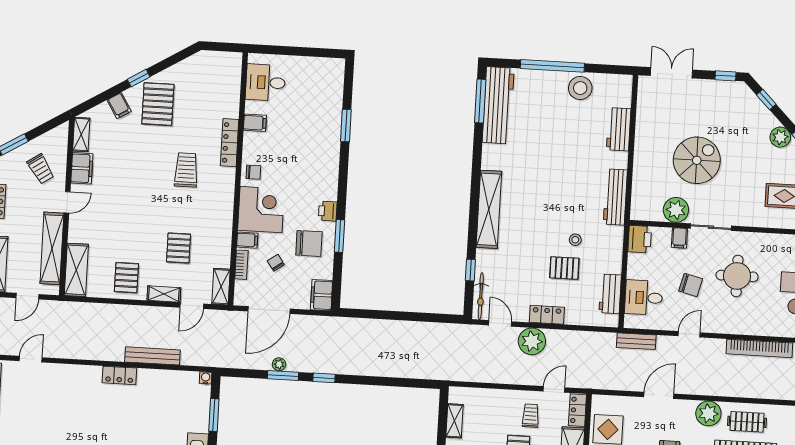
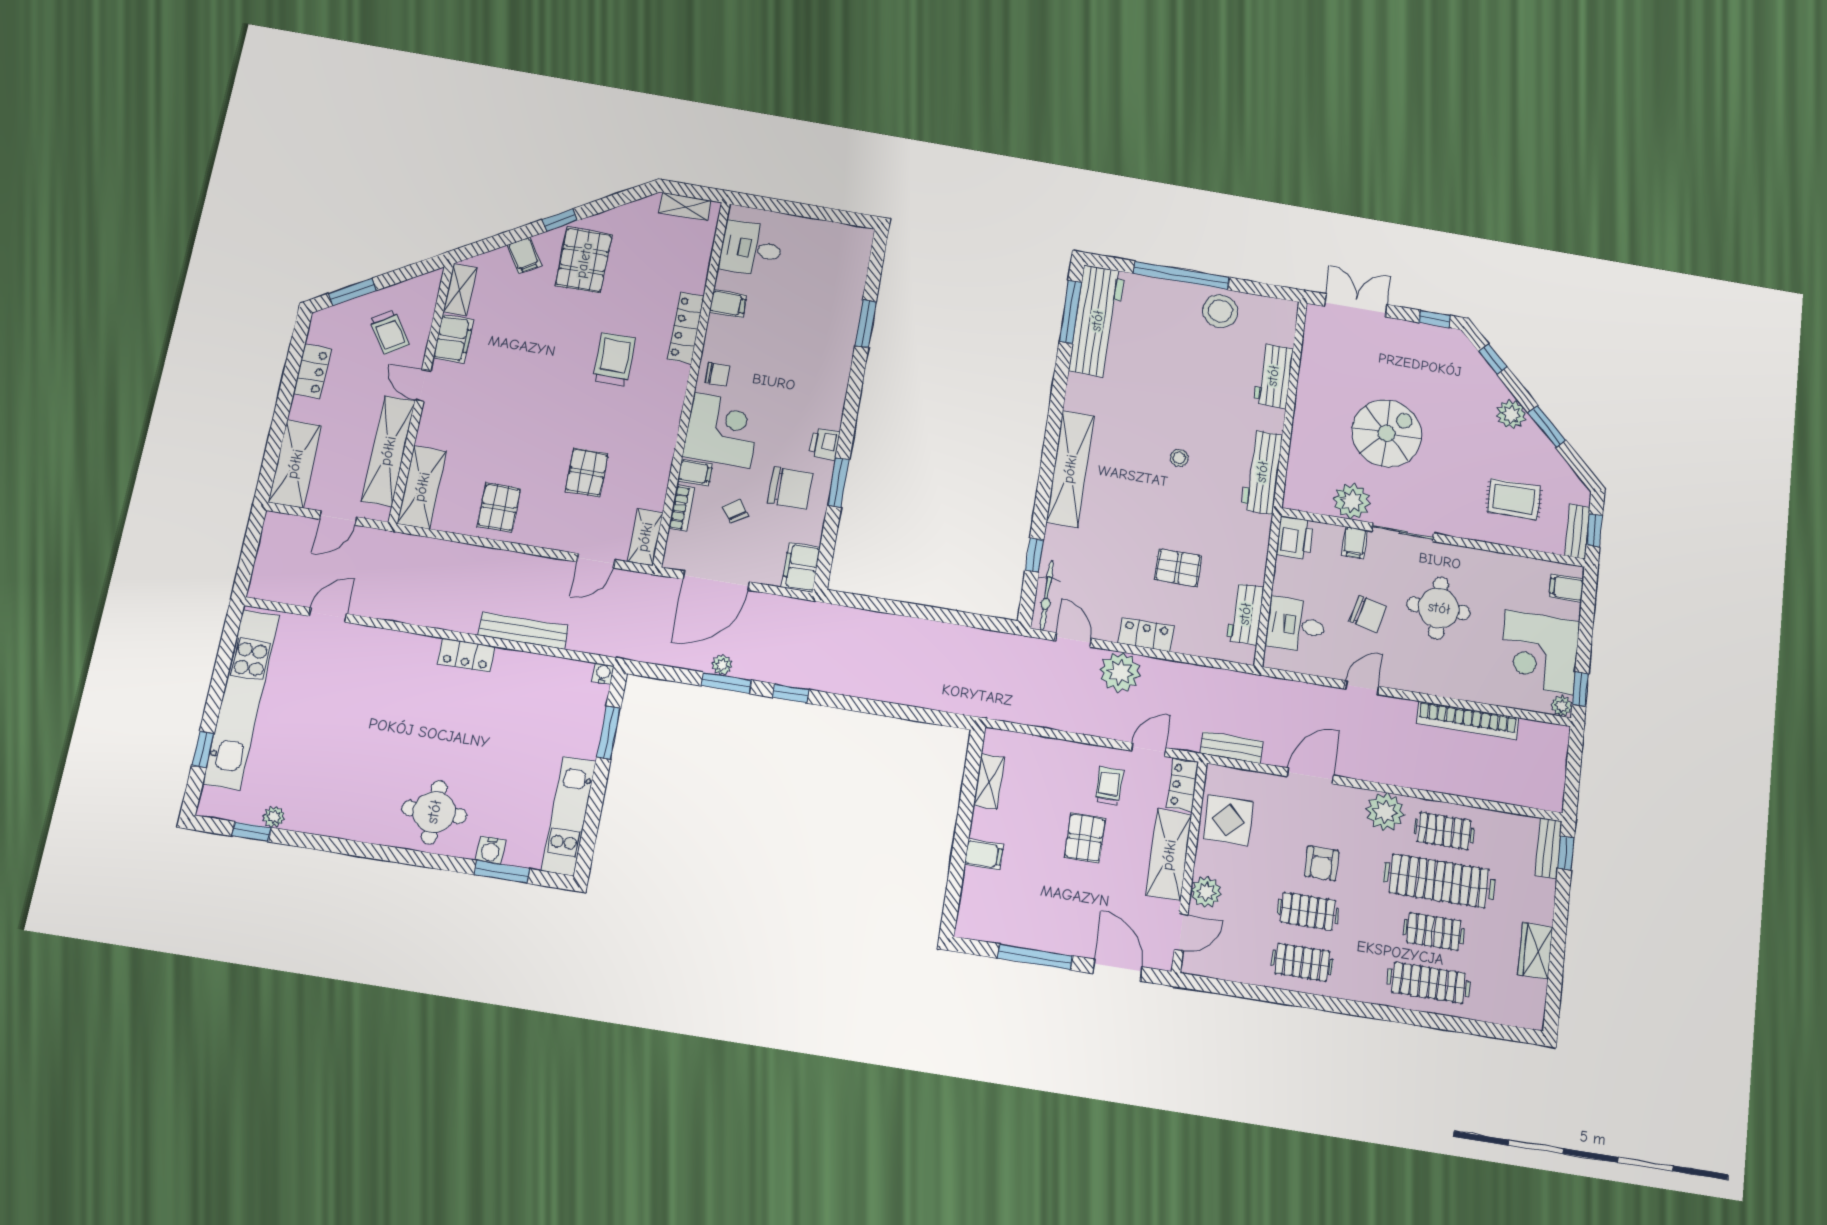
door: (67, 202) -> (423, 385), swing flipped
stool: (575, 240) -> (1179, 458), moved
shelving: (164, 294) -> (685, 207), moved
bench: (636, 341) -> (1232, 747), moved

